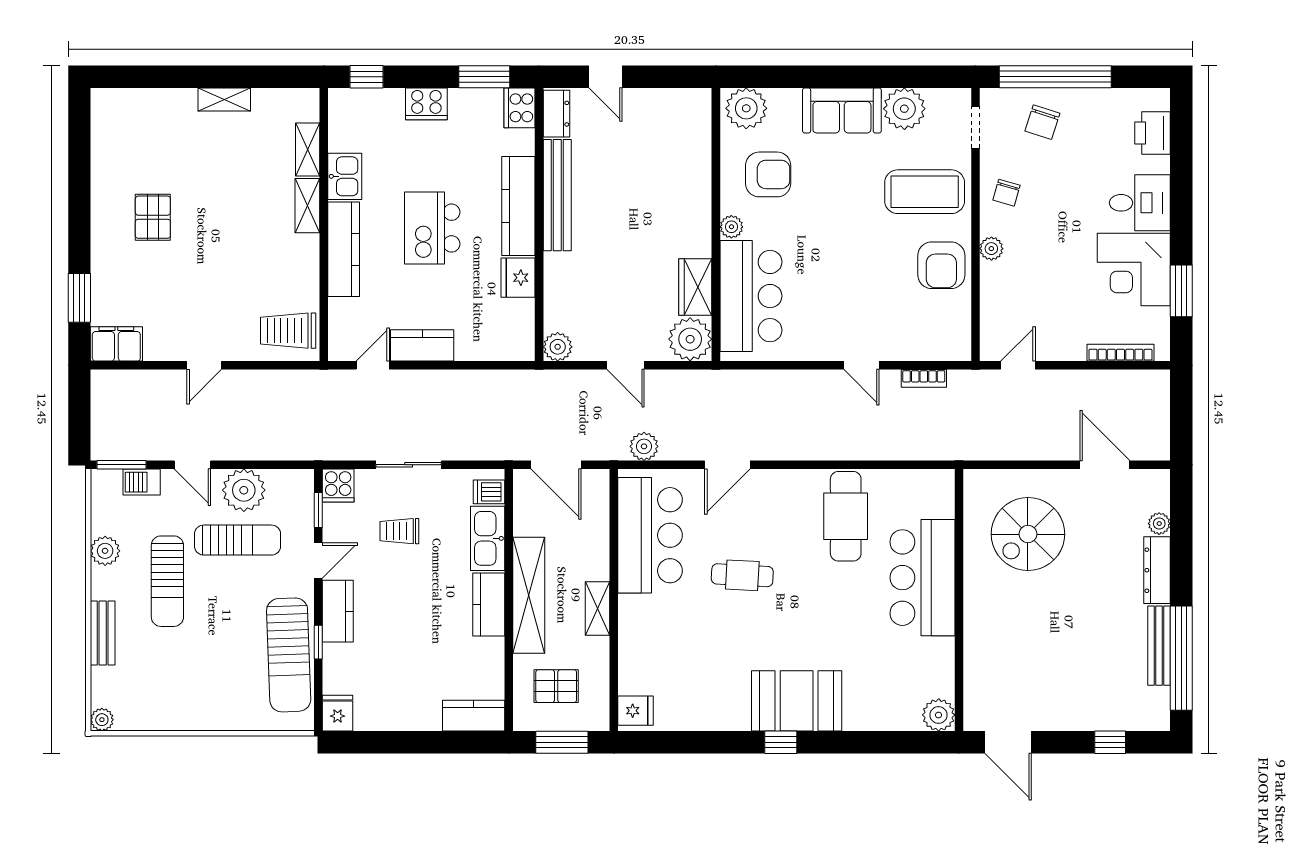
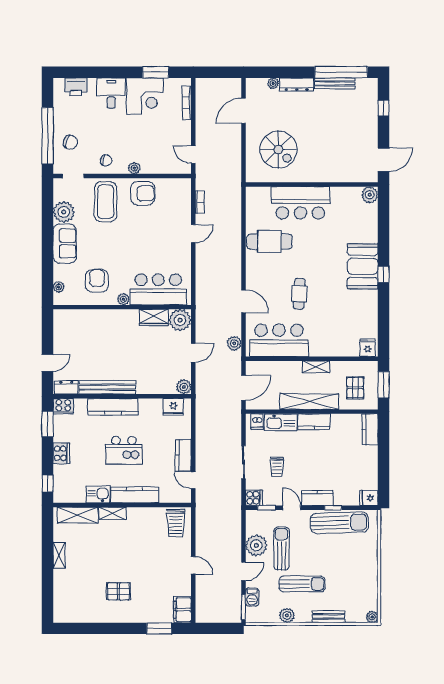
plant: (746, 108) -> (59, 287), width x0.53, depth x0.53
shelving: (308, 150) -> (78, 515), width x1.50, depth x1.33
fridge: (518, 278) -> (173, 407), moved

